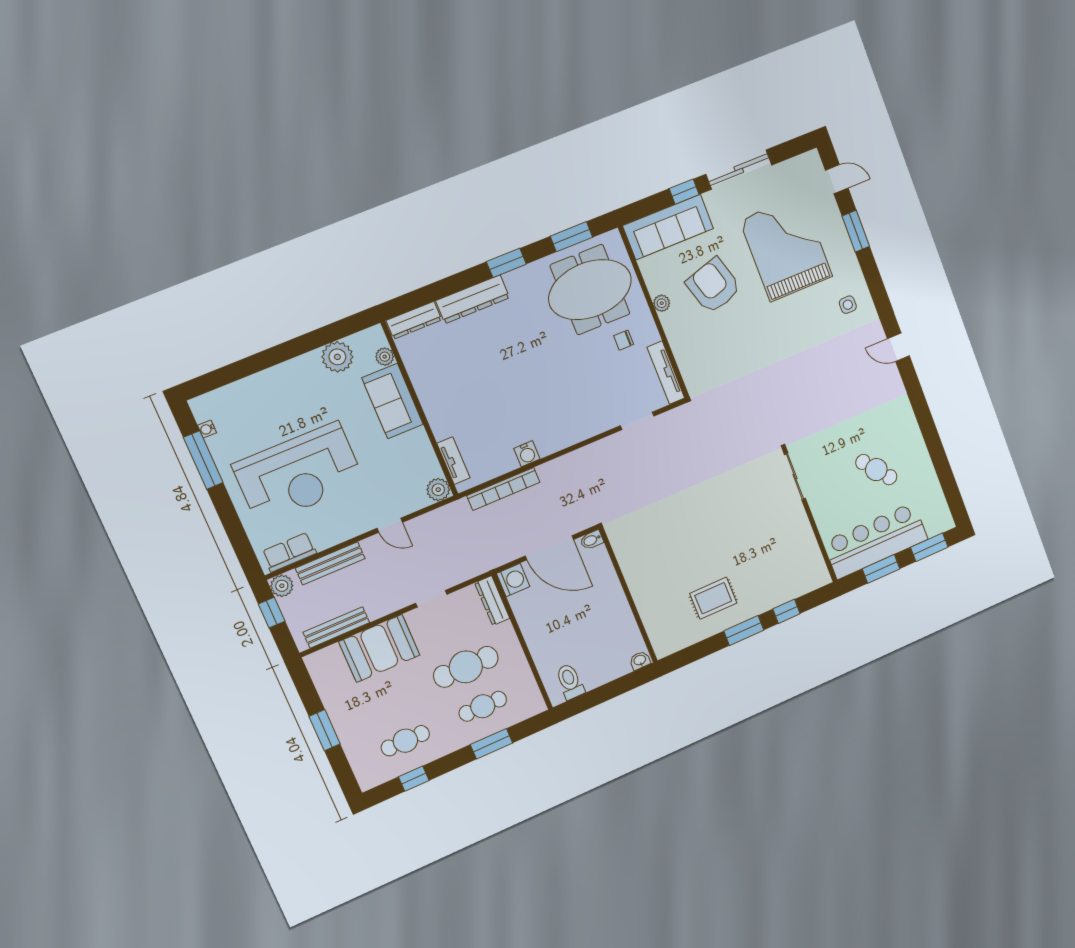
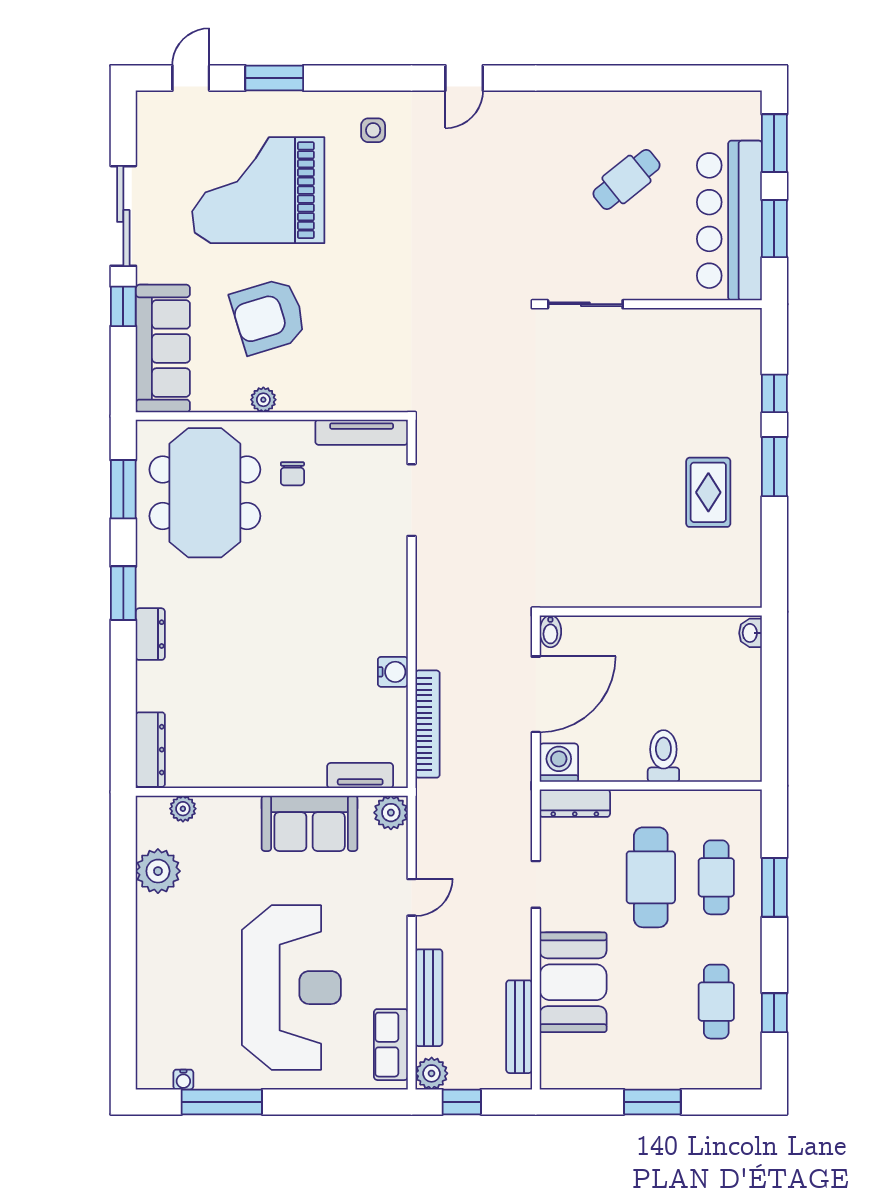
dresser: (473, 299) -> (150, 634), width x0.51, depth x0.80
sofa: (393, 401) -> (310, 823), moved
doorway: (637, 421) -> (412, 500), width x1.38
toilet: (570, 682) -> (663, 756), moved, turned 90

